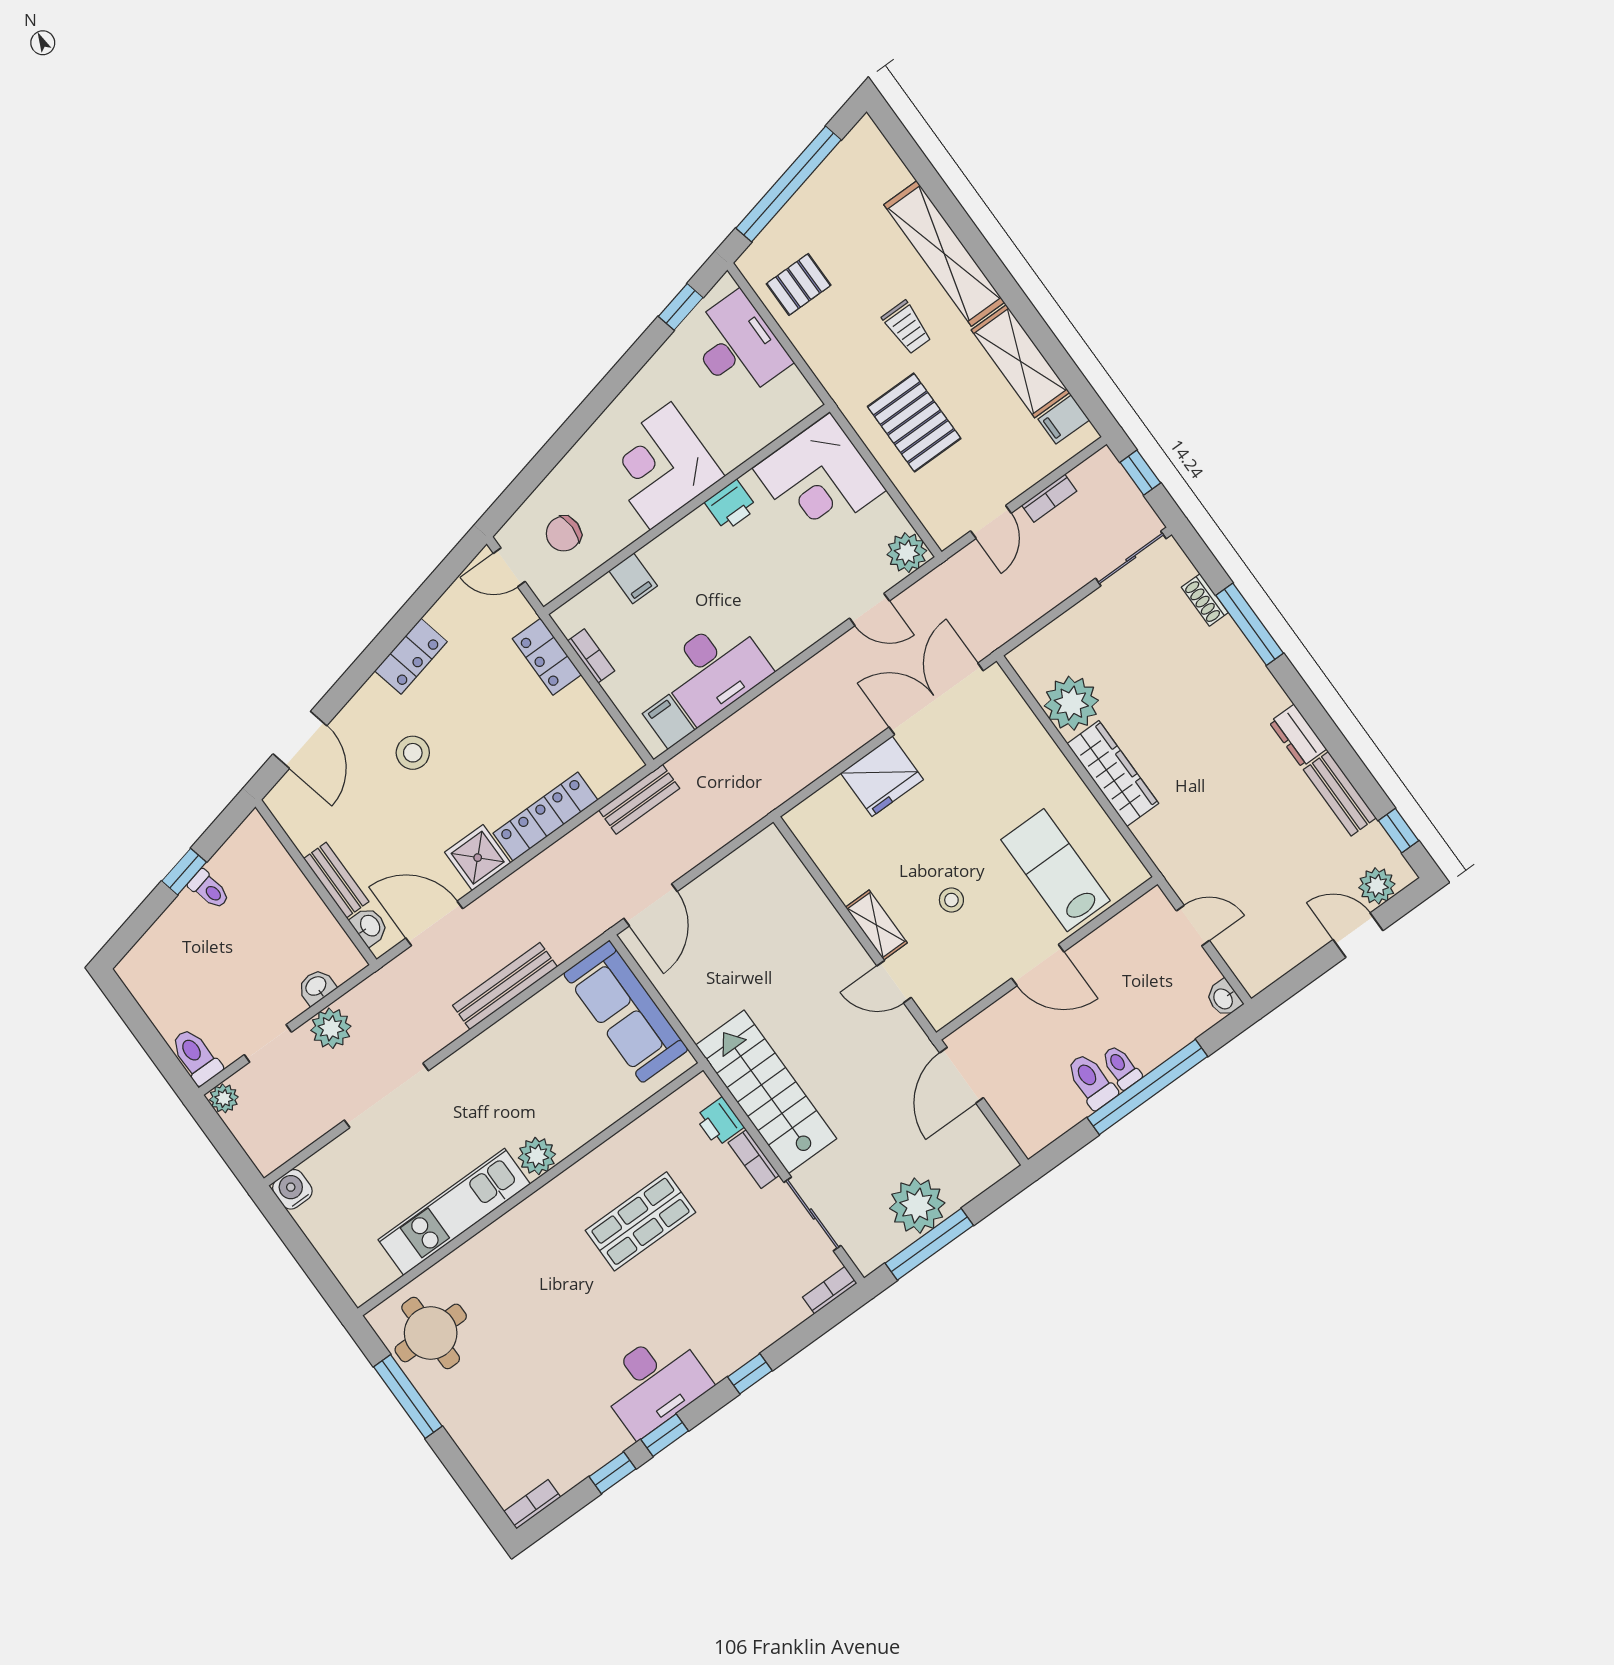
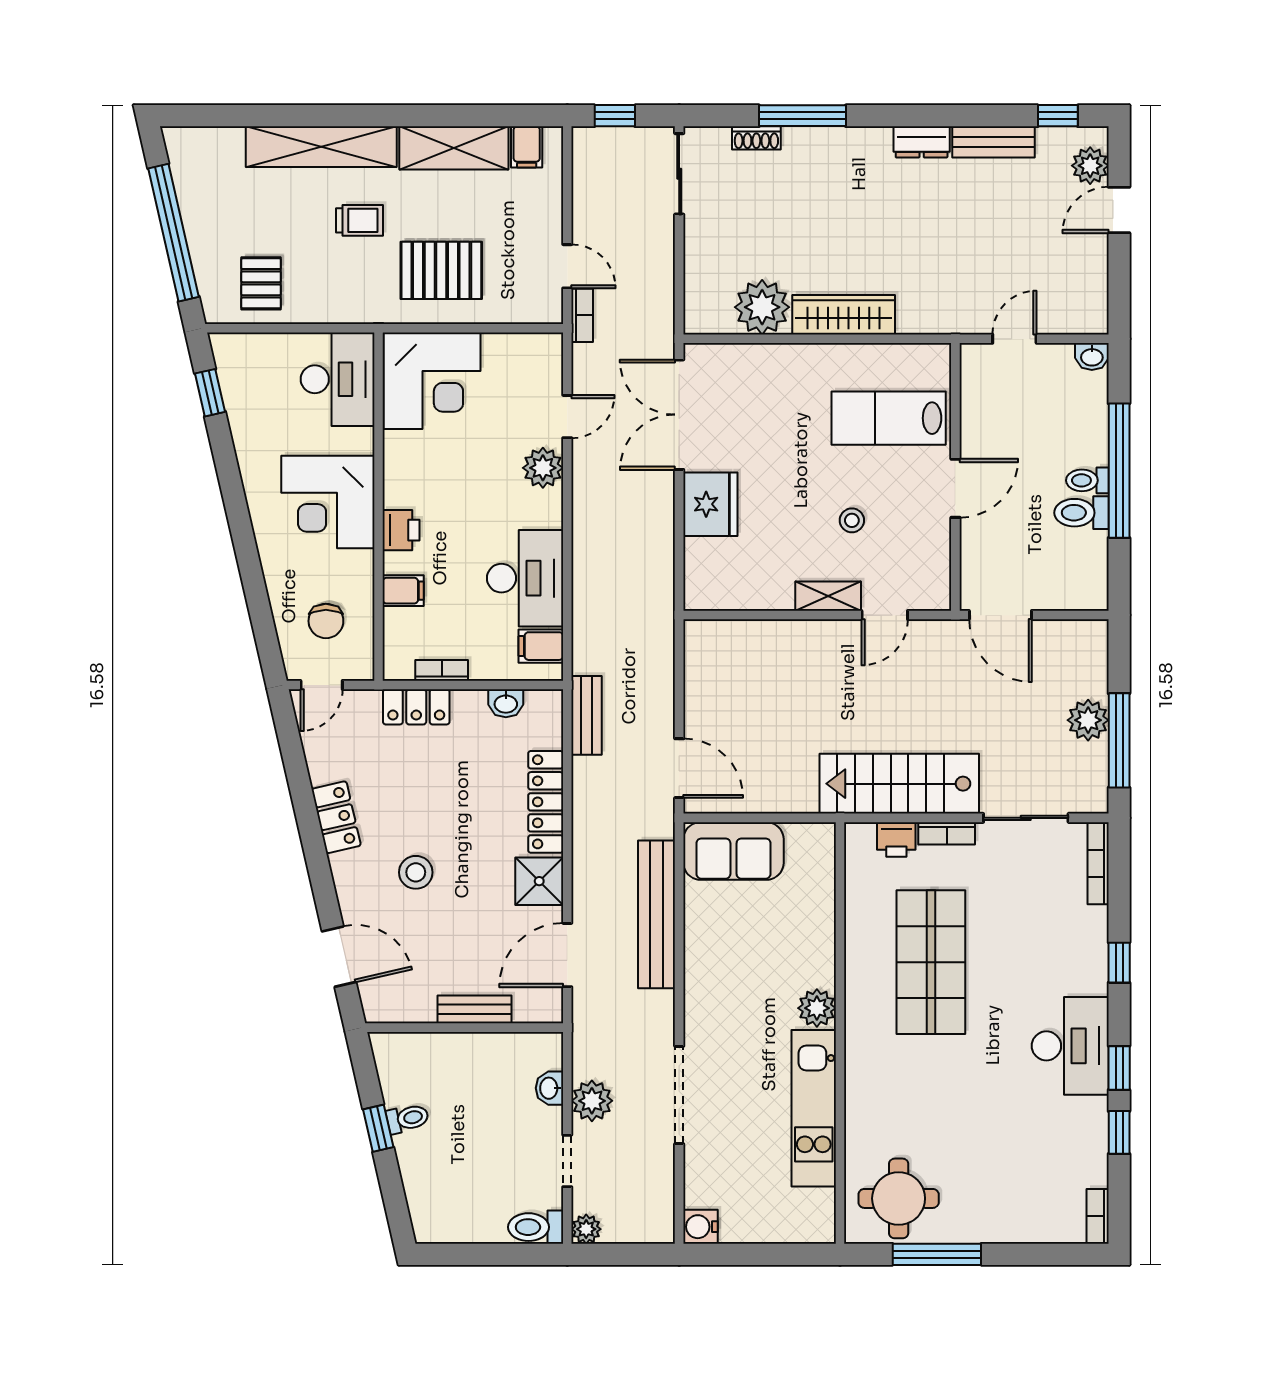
desk: (738, 346) -> (338, 379), moved, turned 90
bookcase: (1049, 498) -> (582, 315), moved
printer: (731, 505) -> (401, 530), moved
plant: (907, 553) -> (543, 468), moved
washbasin: (369, 926) -> (506, 703), moved, turned 180
bench: (505, 986) -> (657, 914), width x1.37, depth x1.21
sofa: (626, 1012) -> (733, 851), width x0.73
plant: (917, 1206) -> (1088, 720), width x0.73, depth x0.73
shop shelf: (641, 1221) -> (931, 962), width x1.43, depth x1.36
bookcase: (830, 1290) -> (1098, 863), width x1.56

